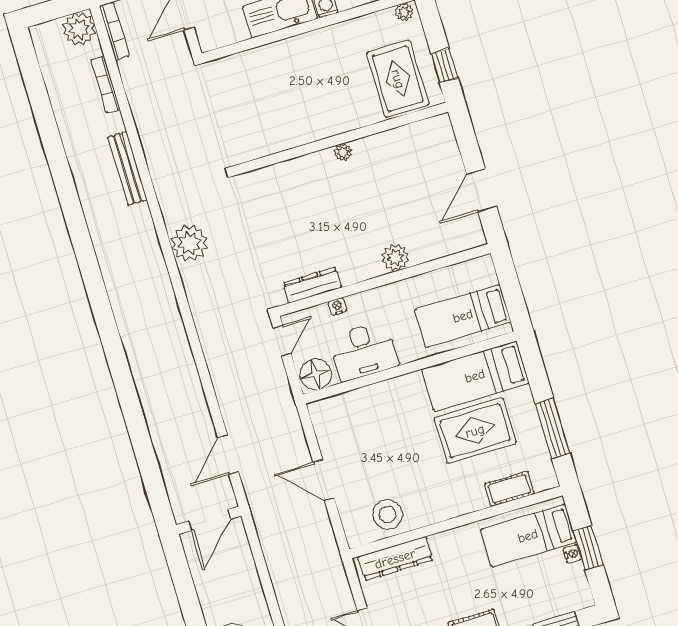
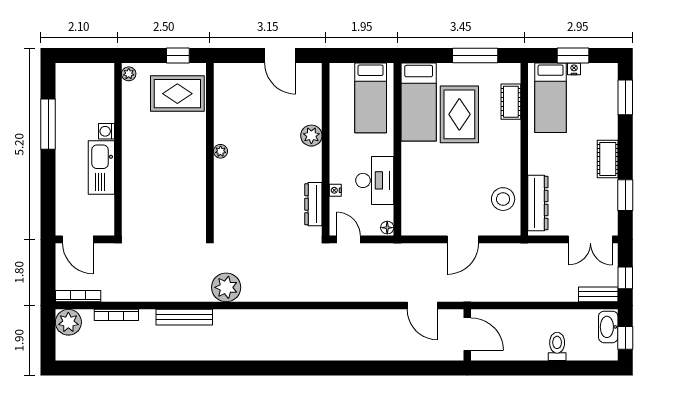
plant: (189, 243) -> (226, 287), moved
floor lamp: (316, 374) -> (387, 228), width x0.53, depth x0.53

